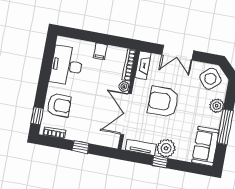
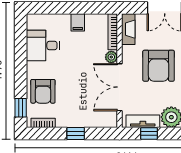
desk: (67, 66) -> (43, 45), width x0.73
armchair: (163, 102) -> (159, 66), turned -90
armchair: (59, 105) -> (43, 91), turned 90
window: (160, 162) -> (149, 133), moved

